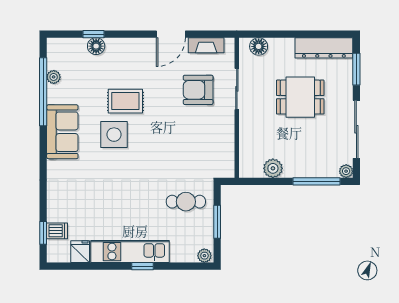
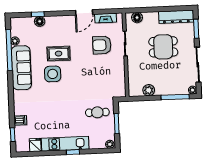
sofa: (62, 132) -> (21, 68), width x1.36
dishwasher: (57, 231) -> (20, 120), moved

